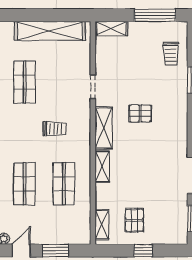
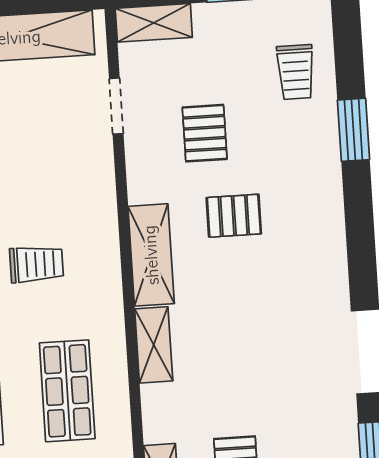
pallet: (130, 77) -> (205, 133), added
doorway: (93, 87) -> (116, 106), moved

